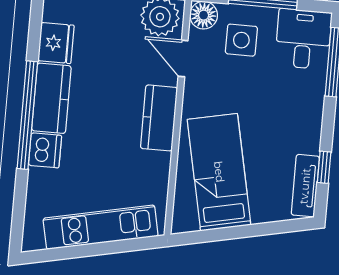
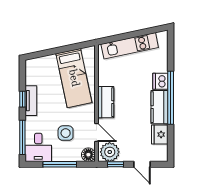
side table: (241, 40) -> (66, 133), moved
window: (324, 167) -> (22, 99), moved
tv unit: (305, 186) -> (31, 101), moved

